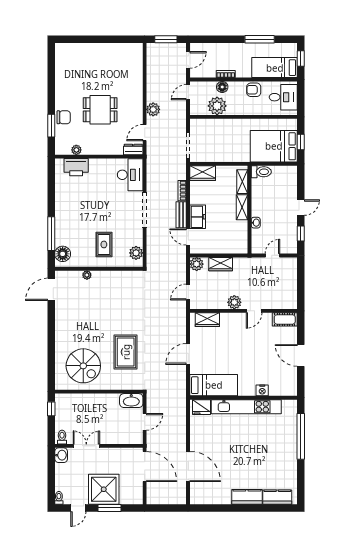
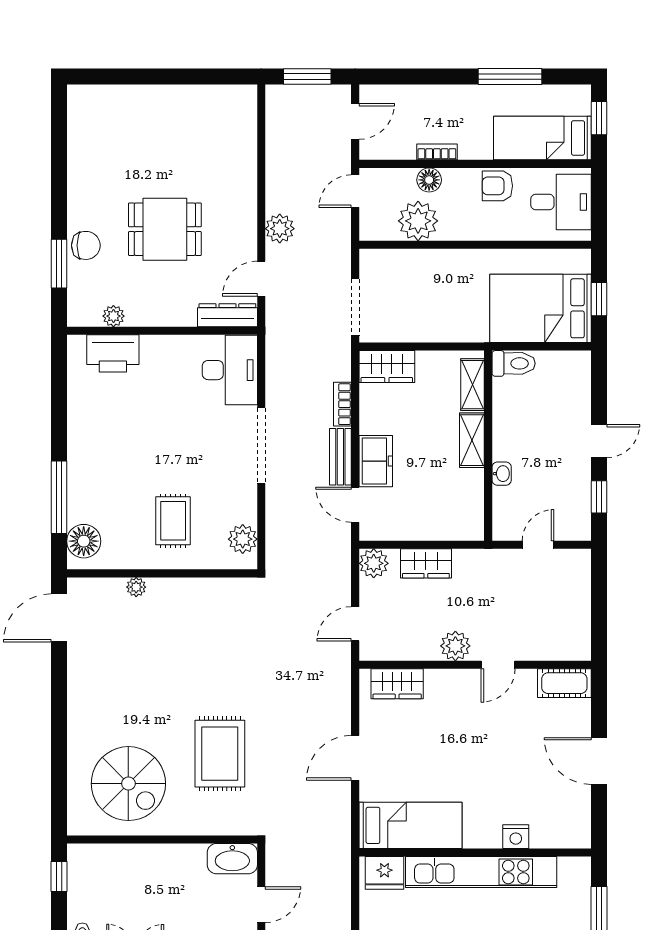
dresser: (133, 149) -> (227, 315), width x1.44

